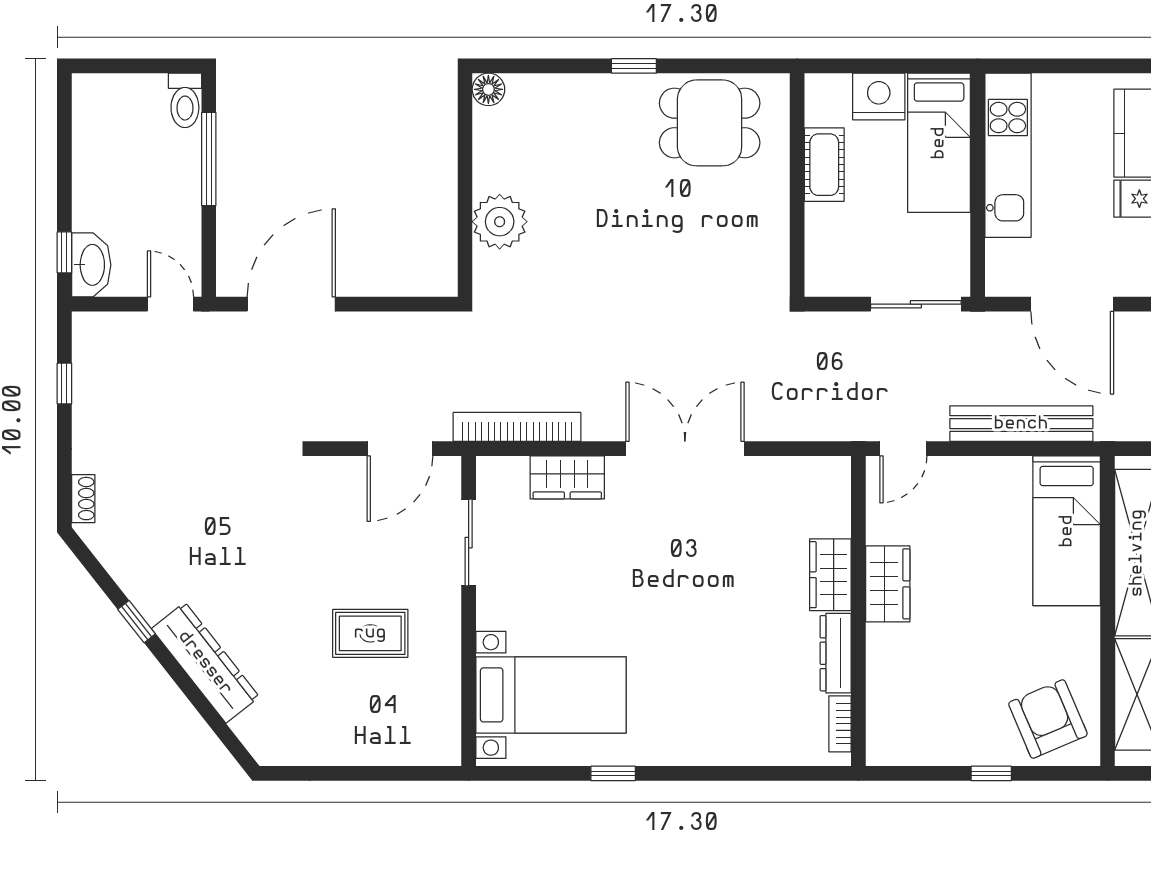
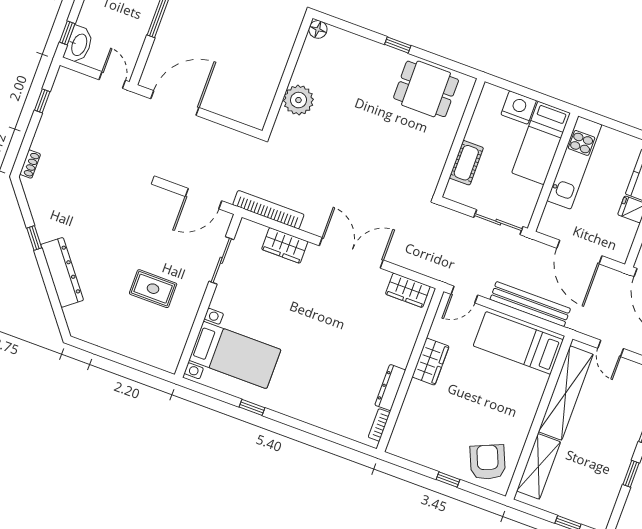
cot: (824, 165) -> (466, 163), moved
bed: (1067, 531) -> (518, 343), moved, turned 90
wardrobe: (830, 575) -> (408, 290), moved, turned -90

